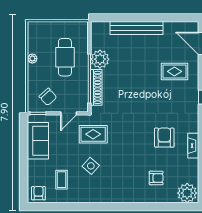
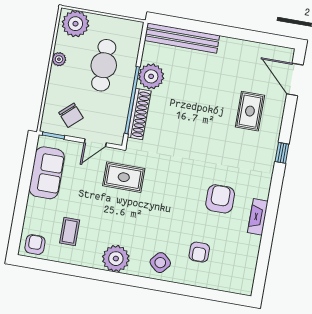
bench: (137, 28) -> (182, 38), moved
plant: (40, 31) -> (75, 24), added
rug: (174, 71) -> (250, 111), turned 90
side table: (91, 166) -> (160, 263), moved
armchair: (156, 178) -> (199, 252), turned 90
plant: (187, 193) -> (116, 259), moved

